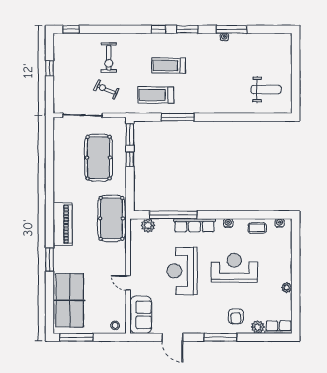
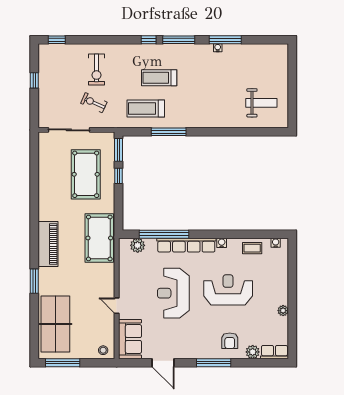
window: (187, 29) -> (179, 40), width x1.44
row of seats: (194, 225) -> (186, 245), width x1.36

